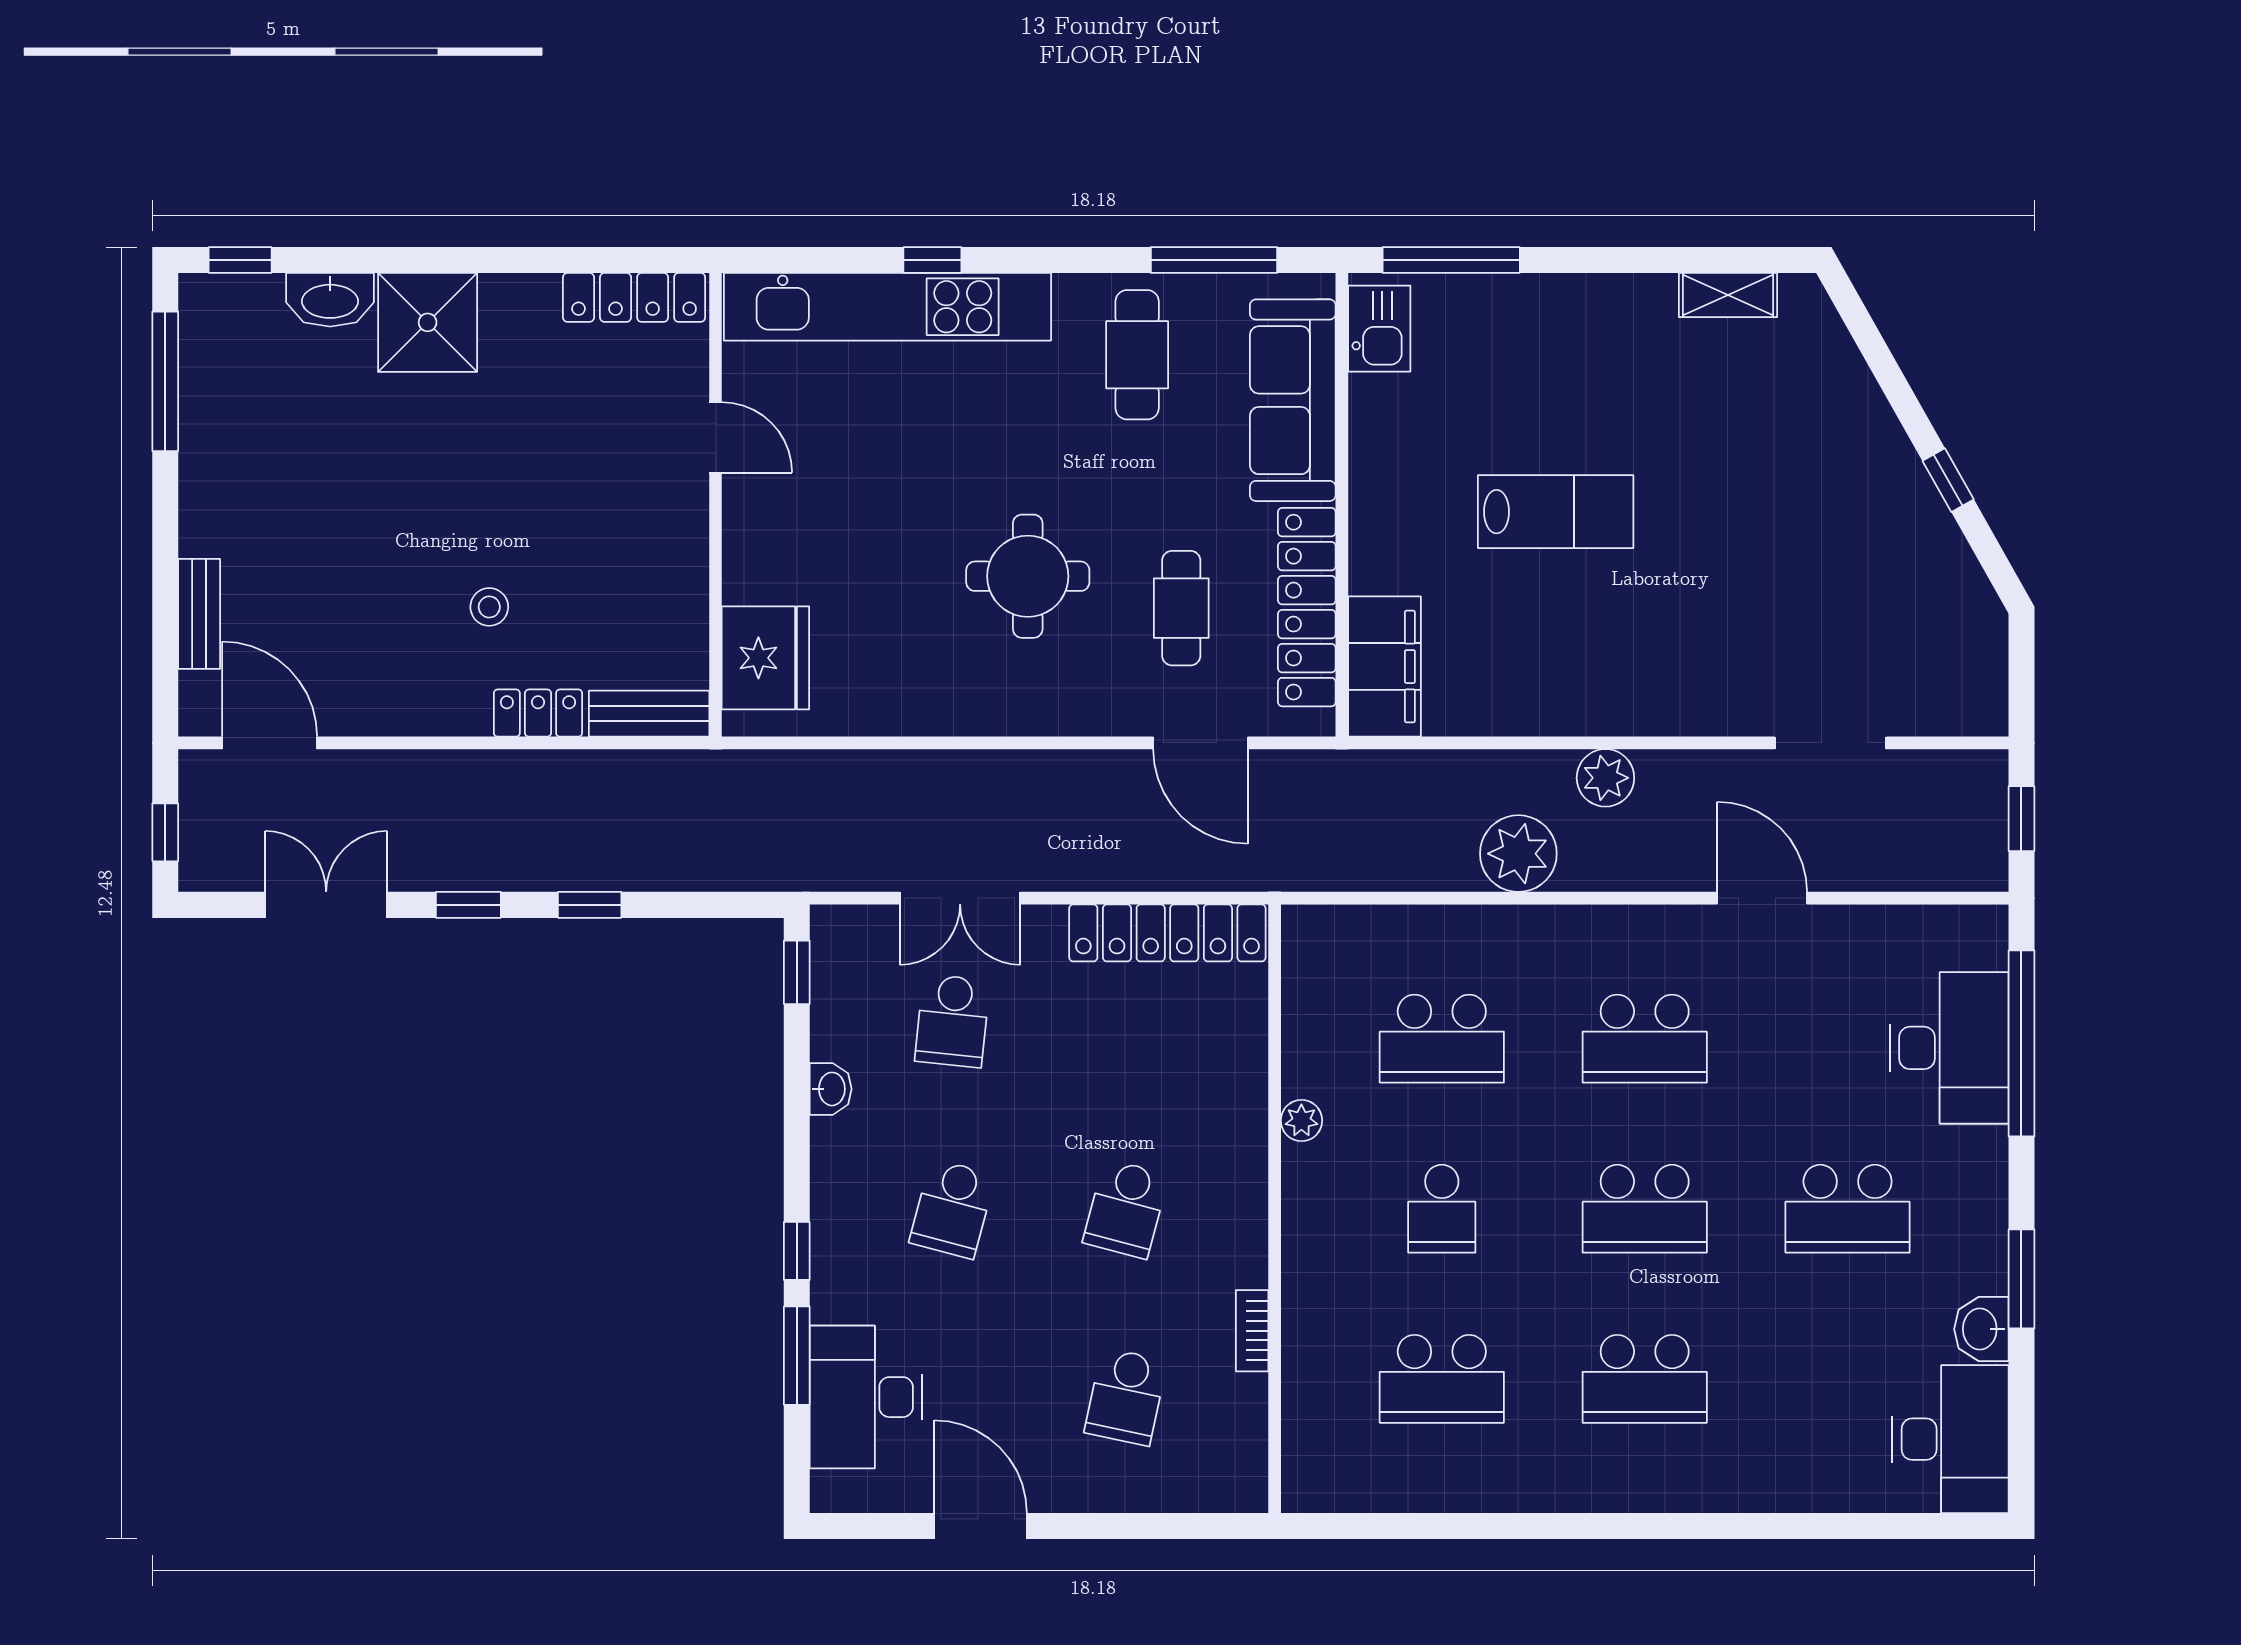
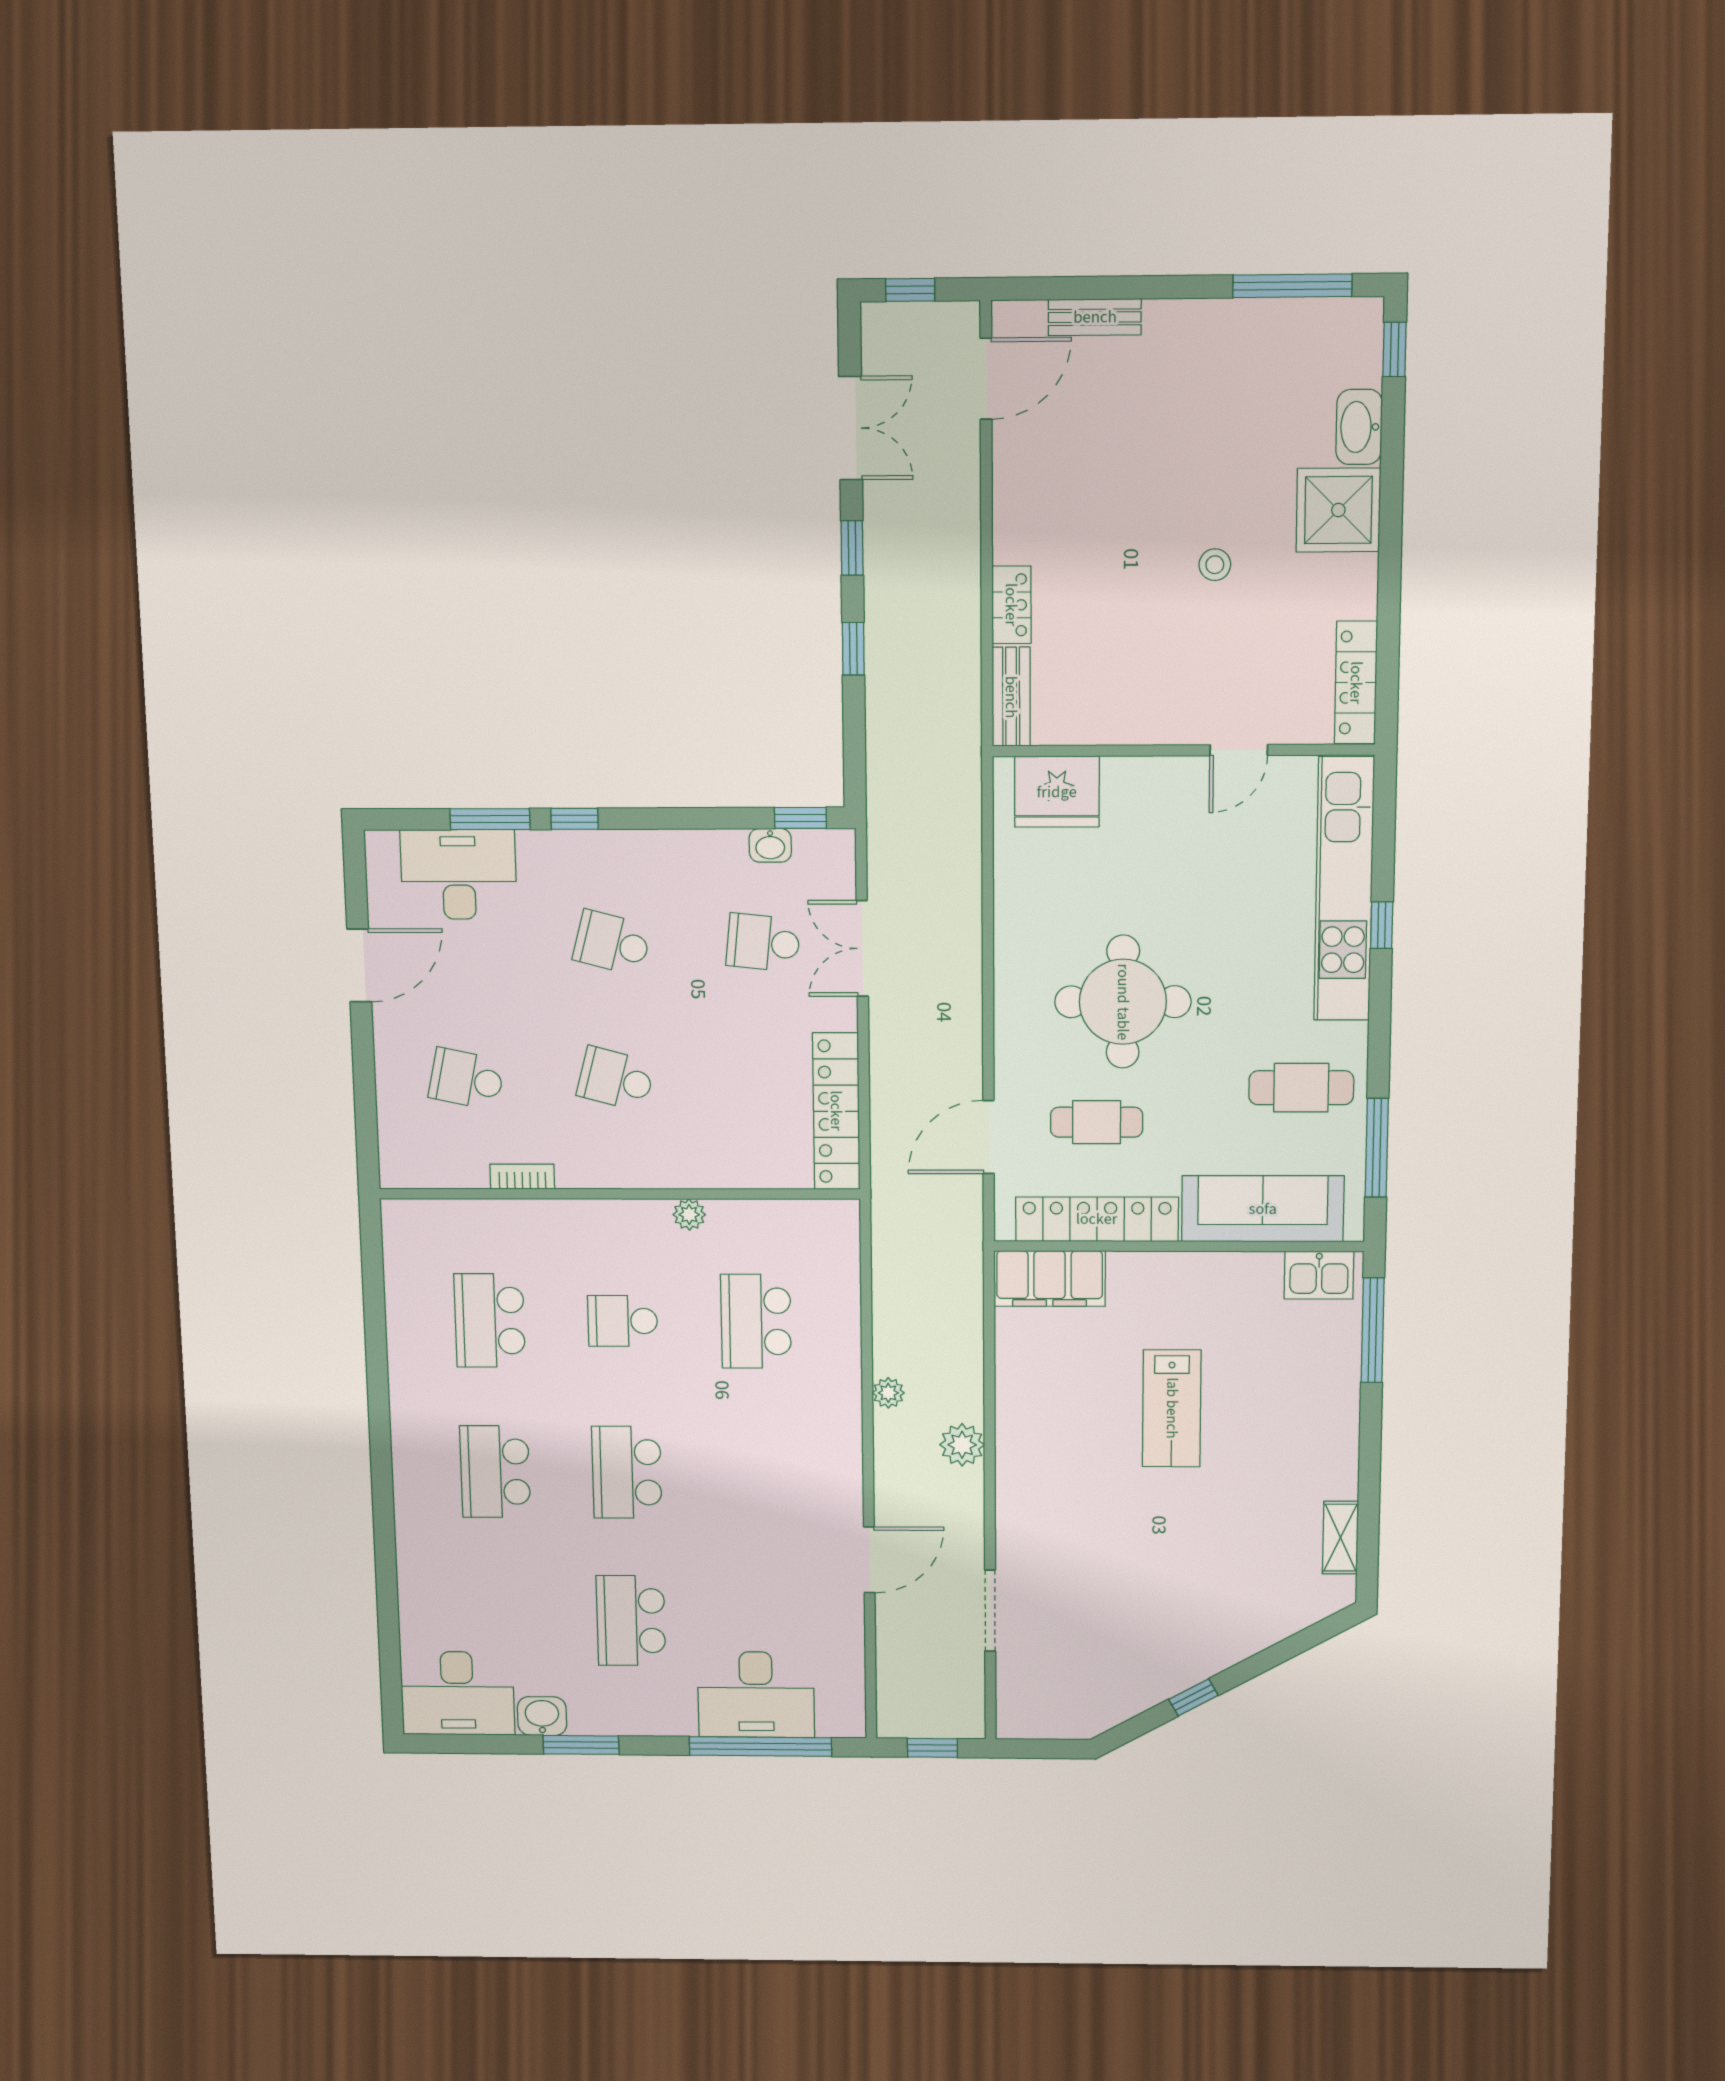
round table: (1028, 576) -> (1123, 1002), width x1.36, depth x1.36
stool: (489, 607) -> (1215, 565), moved
plant: (1518, 854) -> (888, 1393), width x0.53, depth x0.53
school desk: (1645, 1039) -> (759, 1473), removed
washbasin: (831, 1089) -> (770, 845), moved

